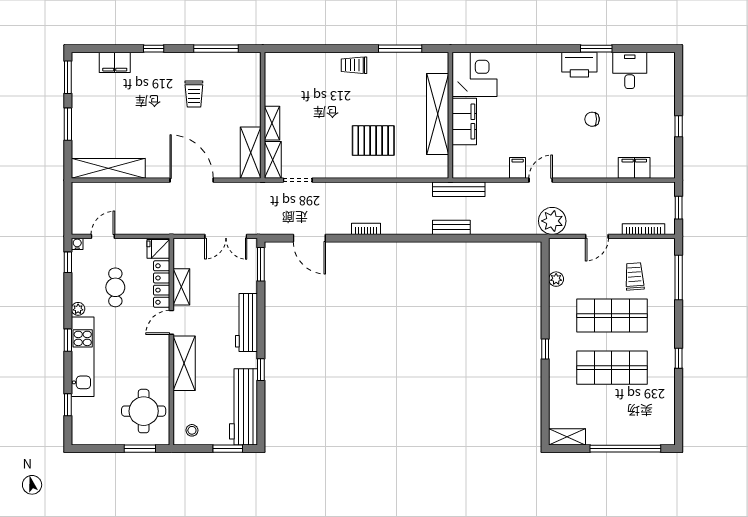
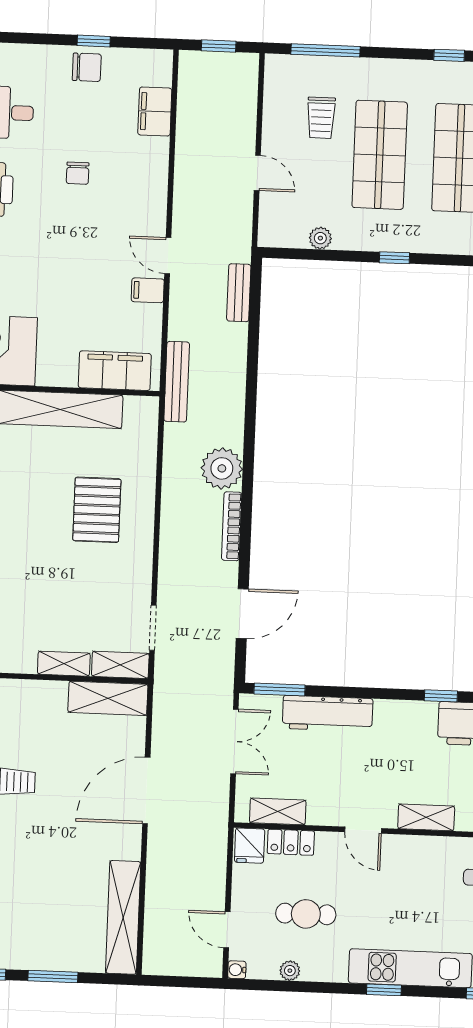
filing cabinet: (464, 122) -> (115, 371), moved
chair: (661, 122) -> (87, 67), added
plant: (552, 221) -> (222, 468), moved
bench: (451, 227) -> (239, 293), moved
bookcase: (366, 229) -> (232, 526), width x1.56
bookcase: (644, 229) -> (249, 101), removed
window: (68, 262) -> (264, 985), removed
trolley: (635, 276) -> (321, 118), turned -86
locker: (162, 284) -> (291, 842), width x0.66
shelving: (181, 287) -> (278, 811), moved
plant: (78, 309) -> (290, 971), moved
workbench: (246, 323) -> (328, 714), moved
window: (545, 349) -> (394, 258), moved
shelving: (184, 363) -> (426, 817), width x0.67, depth x0.75

